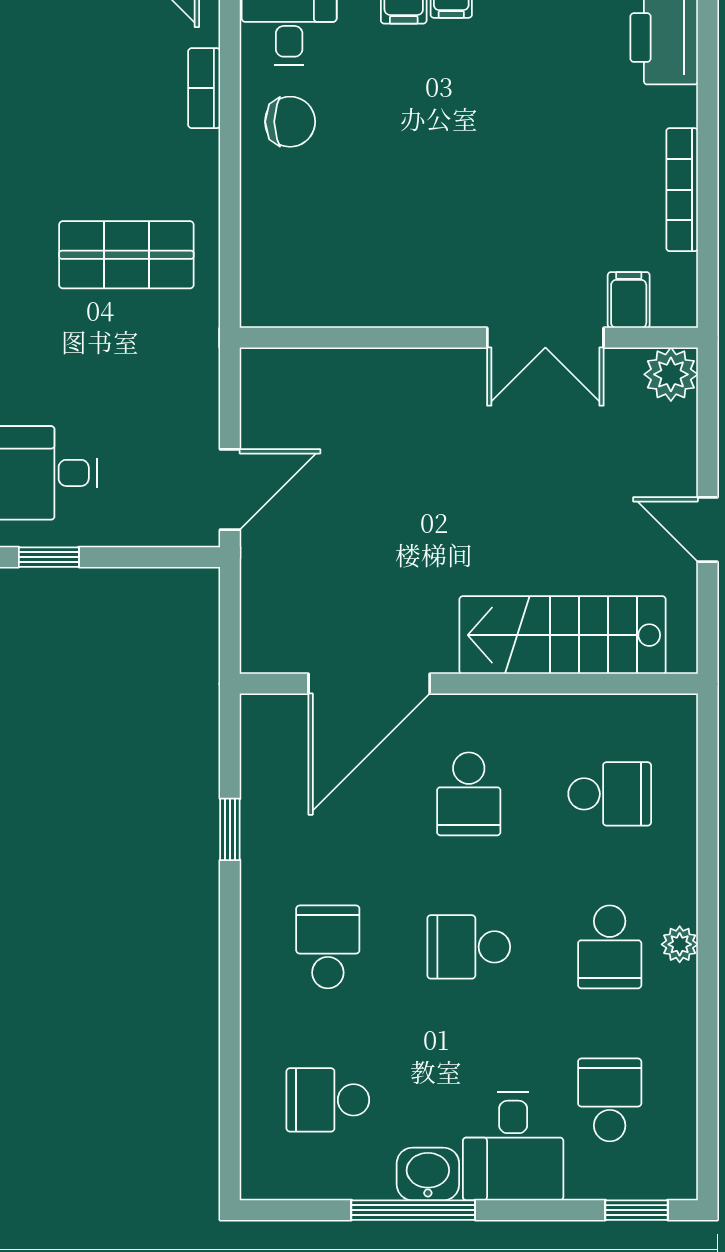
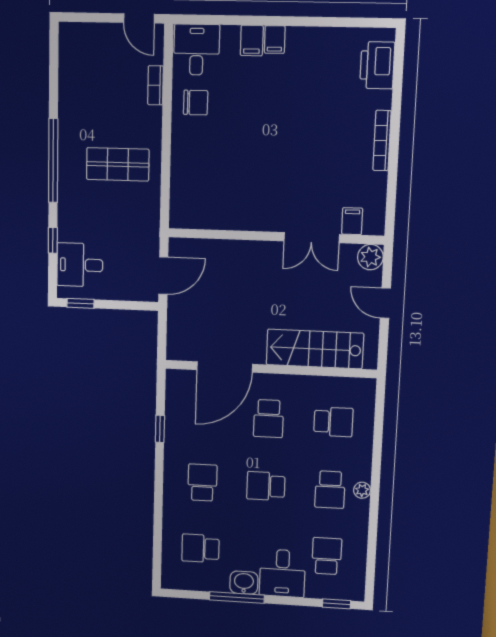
filing cabinet: (629, 300) -> (352, 221), moved
wall: (469, 338) -> (276, 236), moved
double door: (545, 338) -> (312, 238), moved
plant: (671, 374) -> (370, 257), moved

